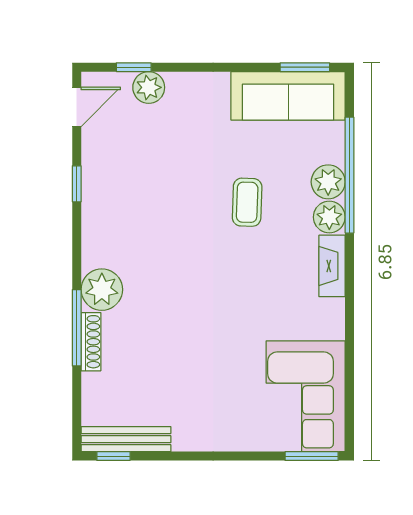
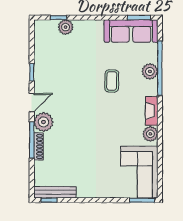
door: (77, 107) -> (32, 103), moved
plant: (329, 217) -> (150, 134), moved

